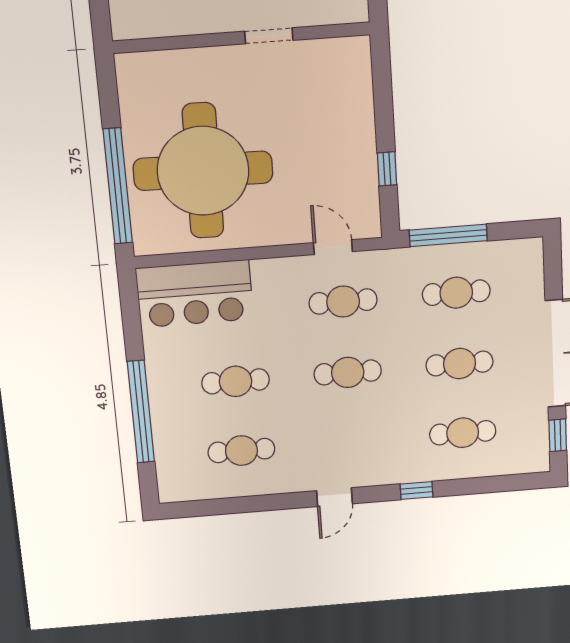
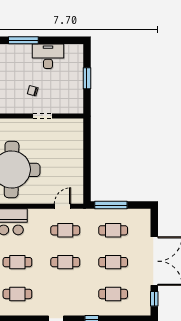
window: (387, 169) -> (87, 175), removed
door: (333, 247) -> (63, 206), hinge flipped

